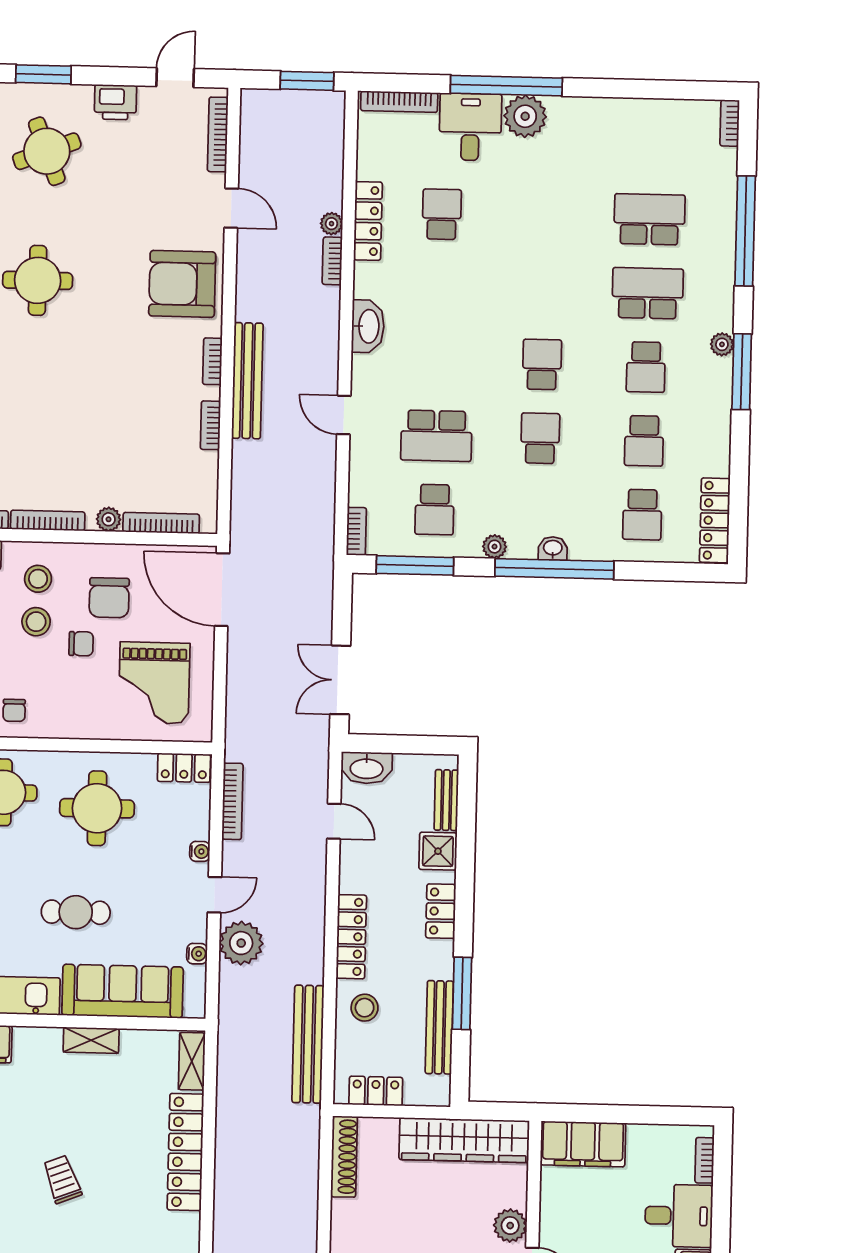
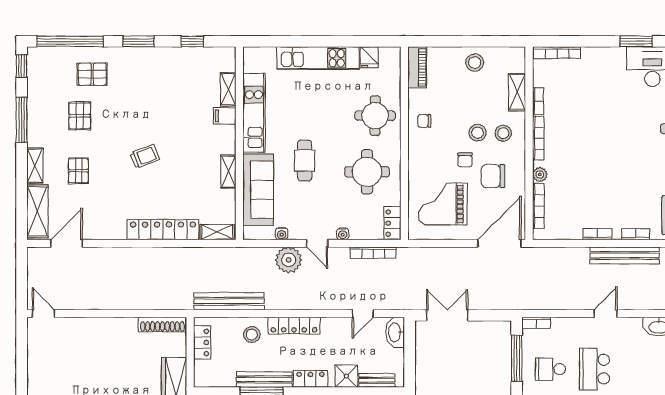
bench: (439, 1027) -> (264, 379), moved

